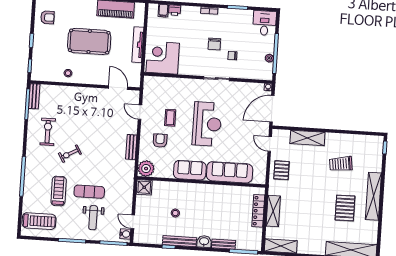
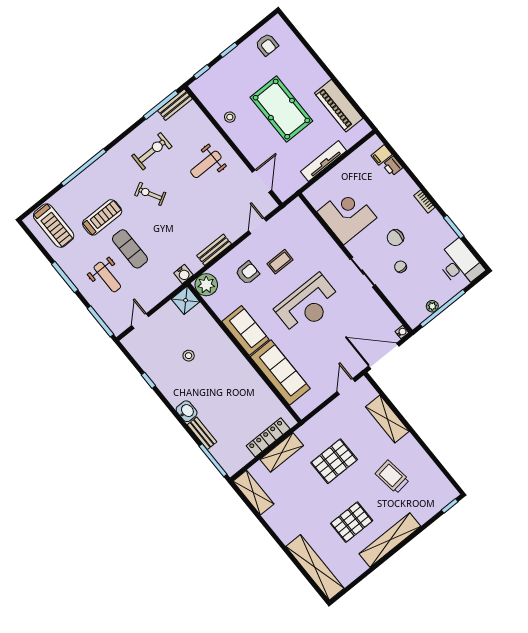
desk: (265, 23) -> (460, 264), width x1.37
corner desk: (163, 58) -> (347, 215), moved
weight bench: (81, 109) -> (206, 164), added
pallet: (281, 170) -> (334, 461), moved, width x1.50, depth x1.42
weight bench: (93, 218) -> (107, 277), turned -90
water cooler: (125, 234) -> (183, 274), moved
bench: (179, 241) -> (164, 386), removed

